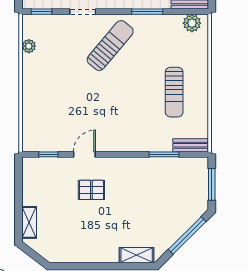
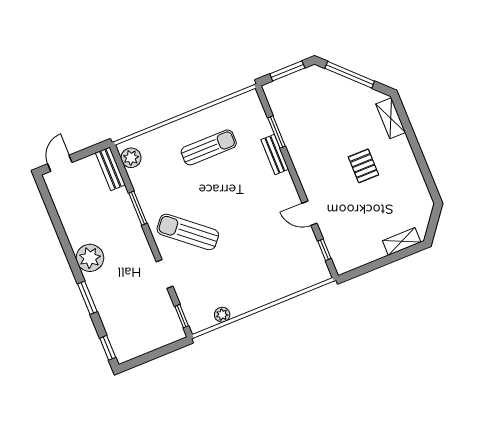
bench: (190, 145) -> (275, 154), moved
pallet: (91, 190) -> (363, 166), moved

